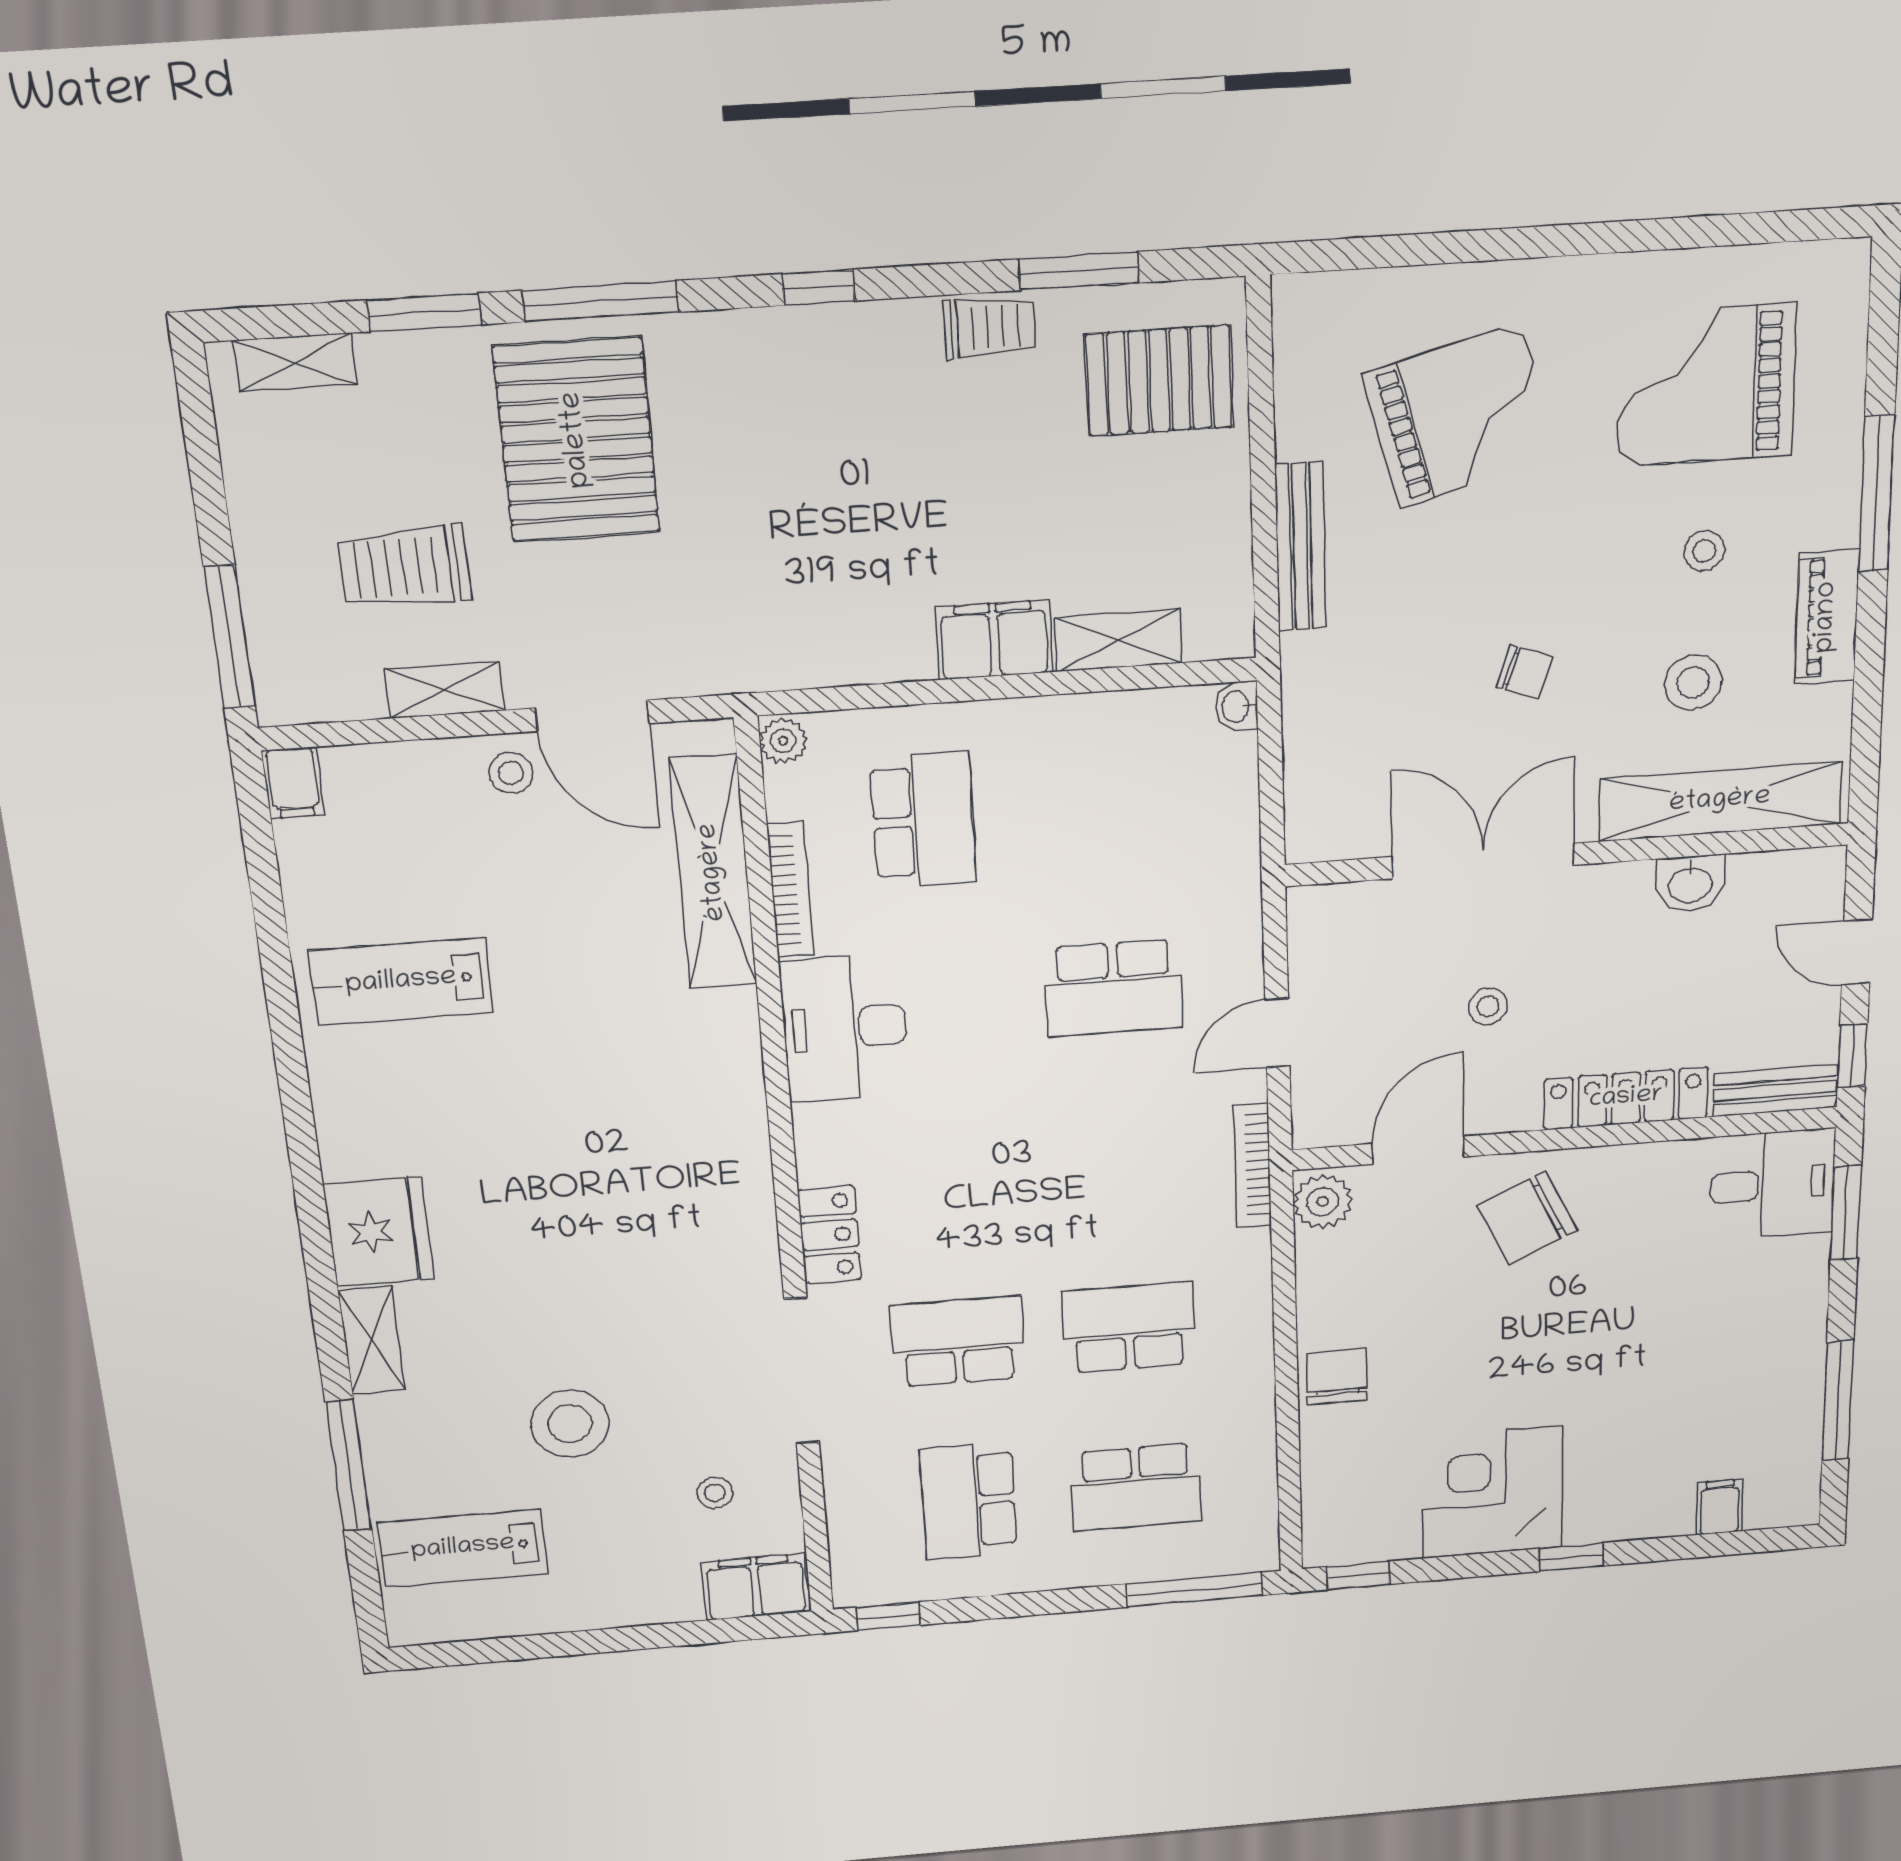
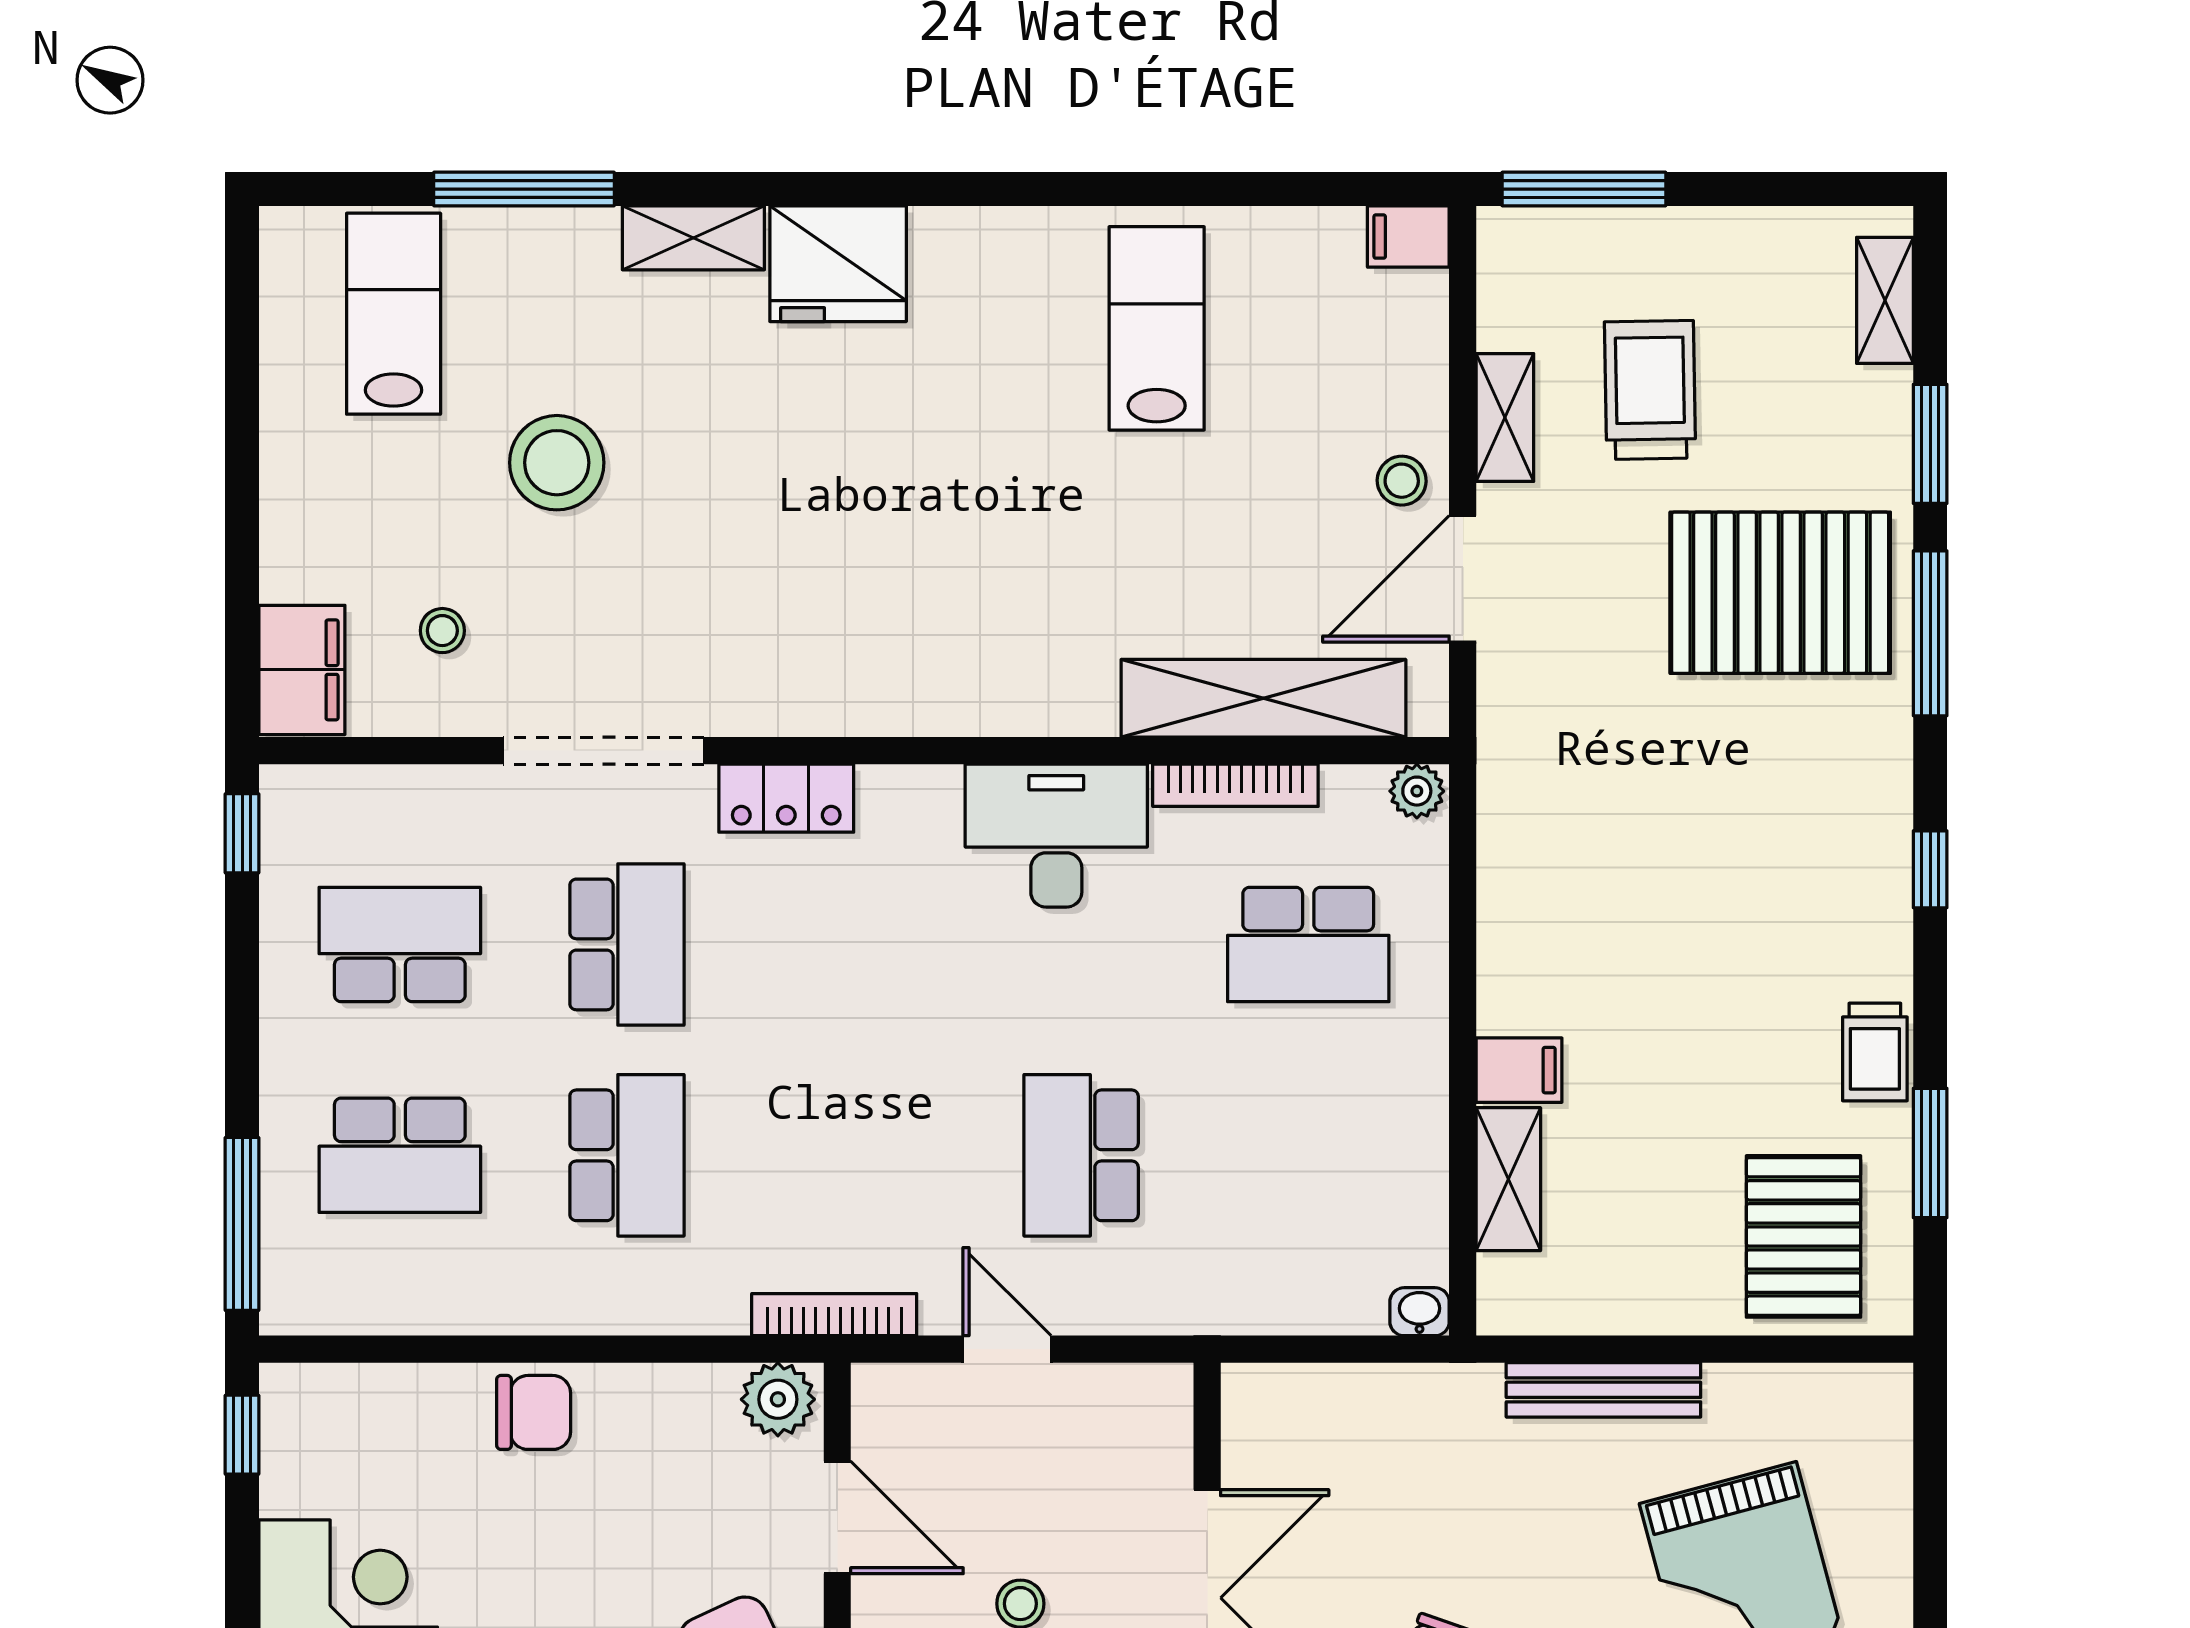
filing cabinet: (994, 640) -> (1519, 1070), width x0.50
school desk: (1136, 1487) -> (400, 1155), turned -90

